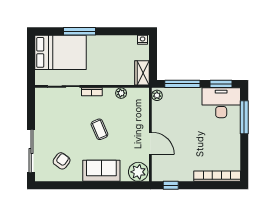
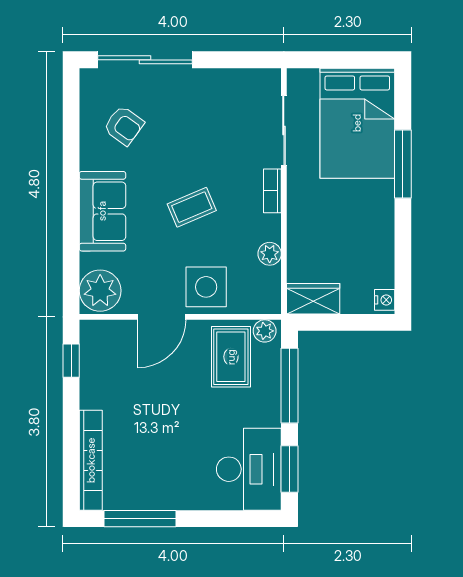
rug: (169, 111) -> (231, 357), added
window: (244, 117) -> (140, 519), moved
side table: (137, 123) -> (206, 287), added

